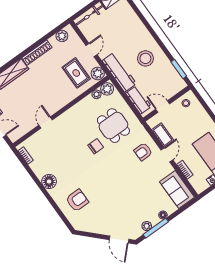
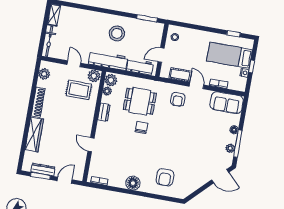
dresser: (79, 108) -> (104, 112), added
armchair: (77, 200) -> (165, 177), turned 180

